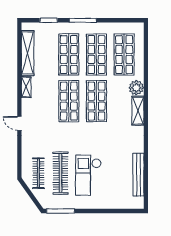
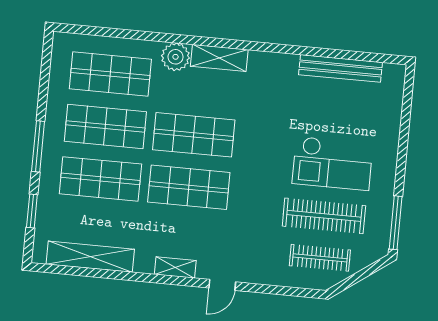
shelving: (26, 87) -> (175, 267), moved

